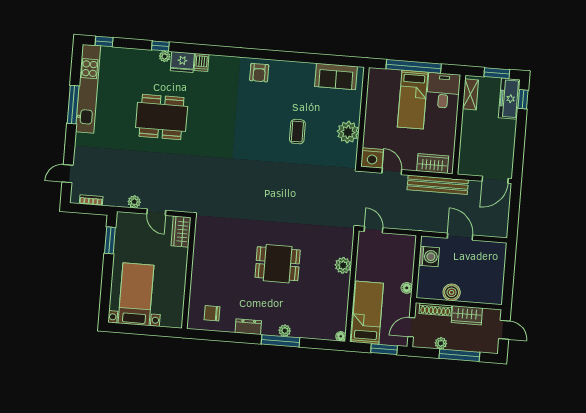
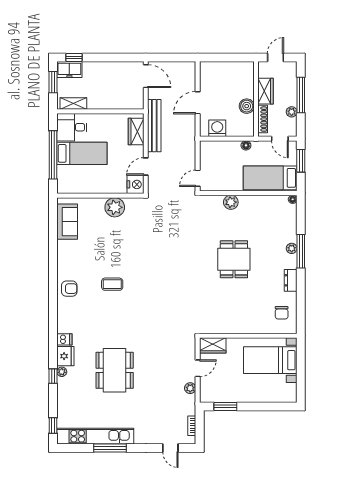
freezer: (509, 99) -> (69, 70), width x0.71
coffee table: (297, 132) -> (112, 284), moved
bed with nightstands: (136, 294) -> (270, 360), moved

